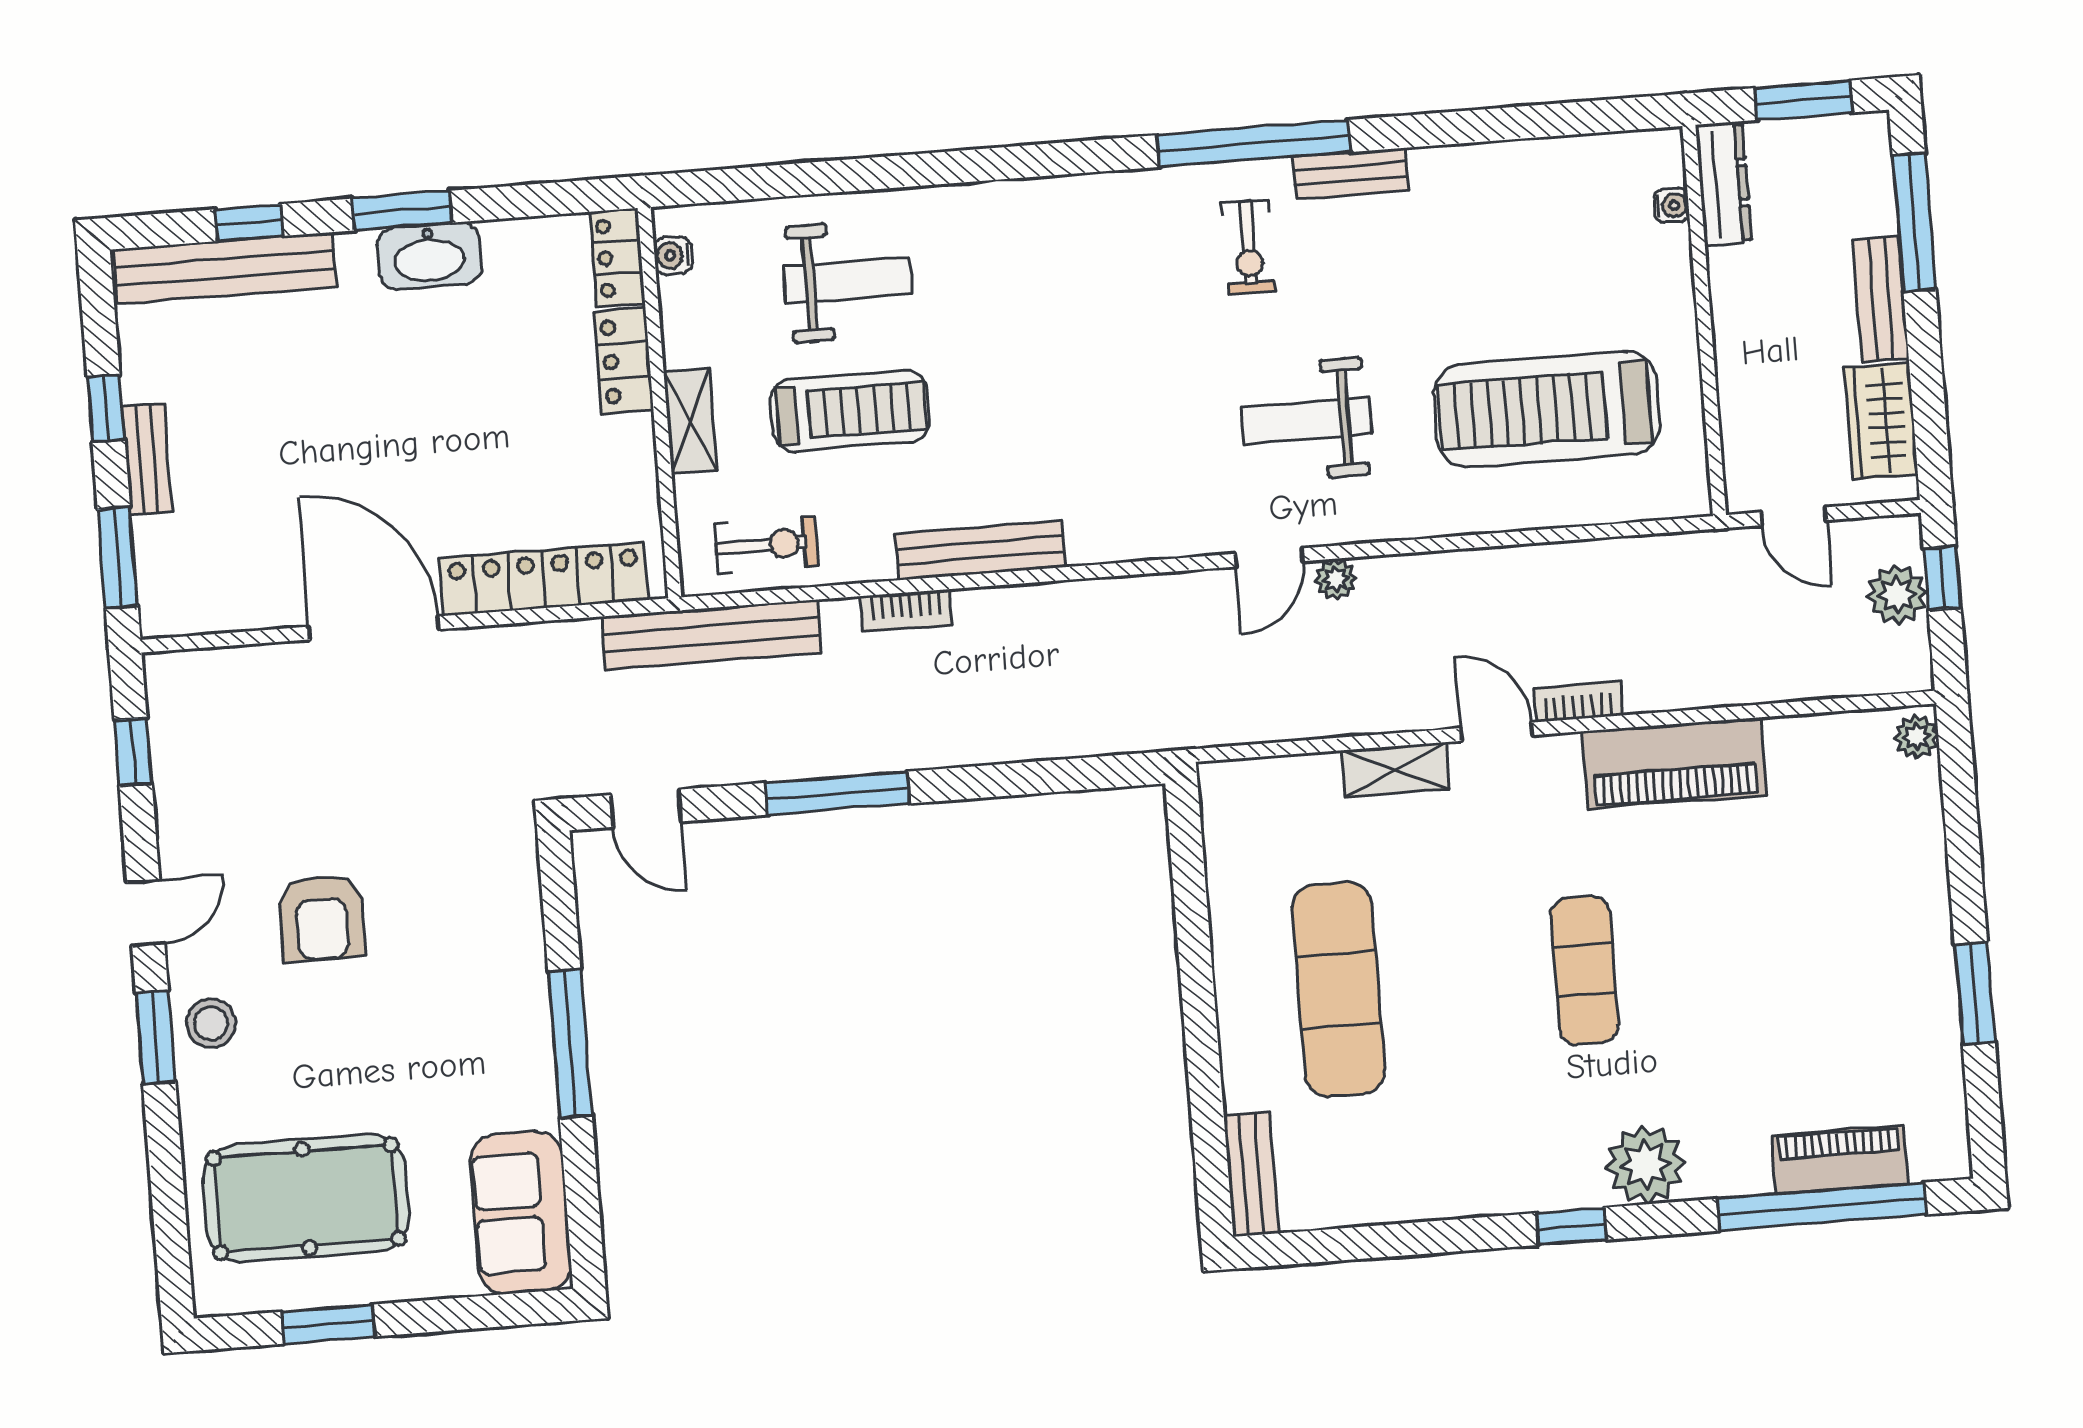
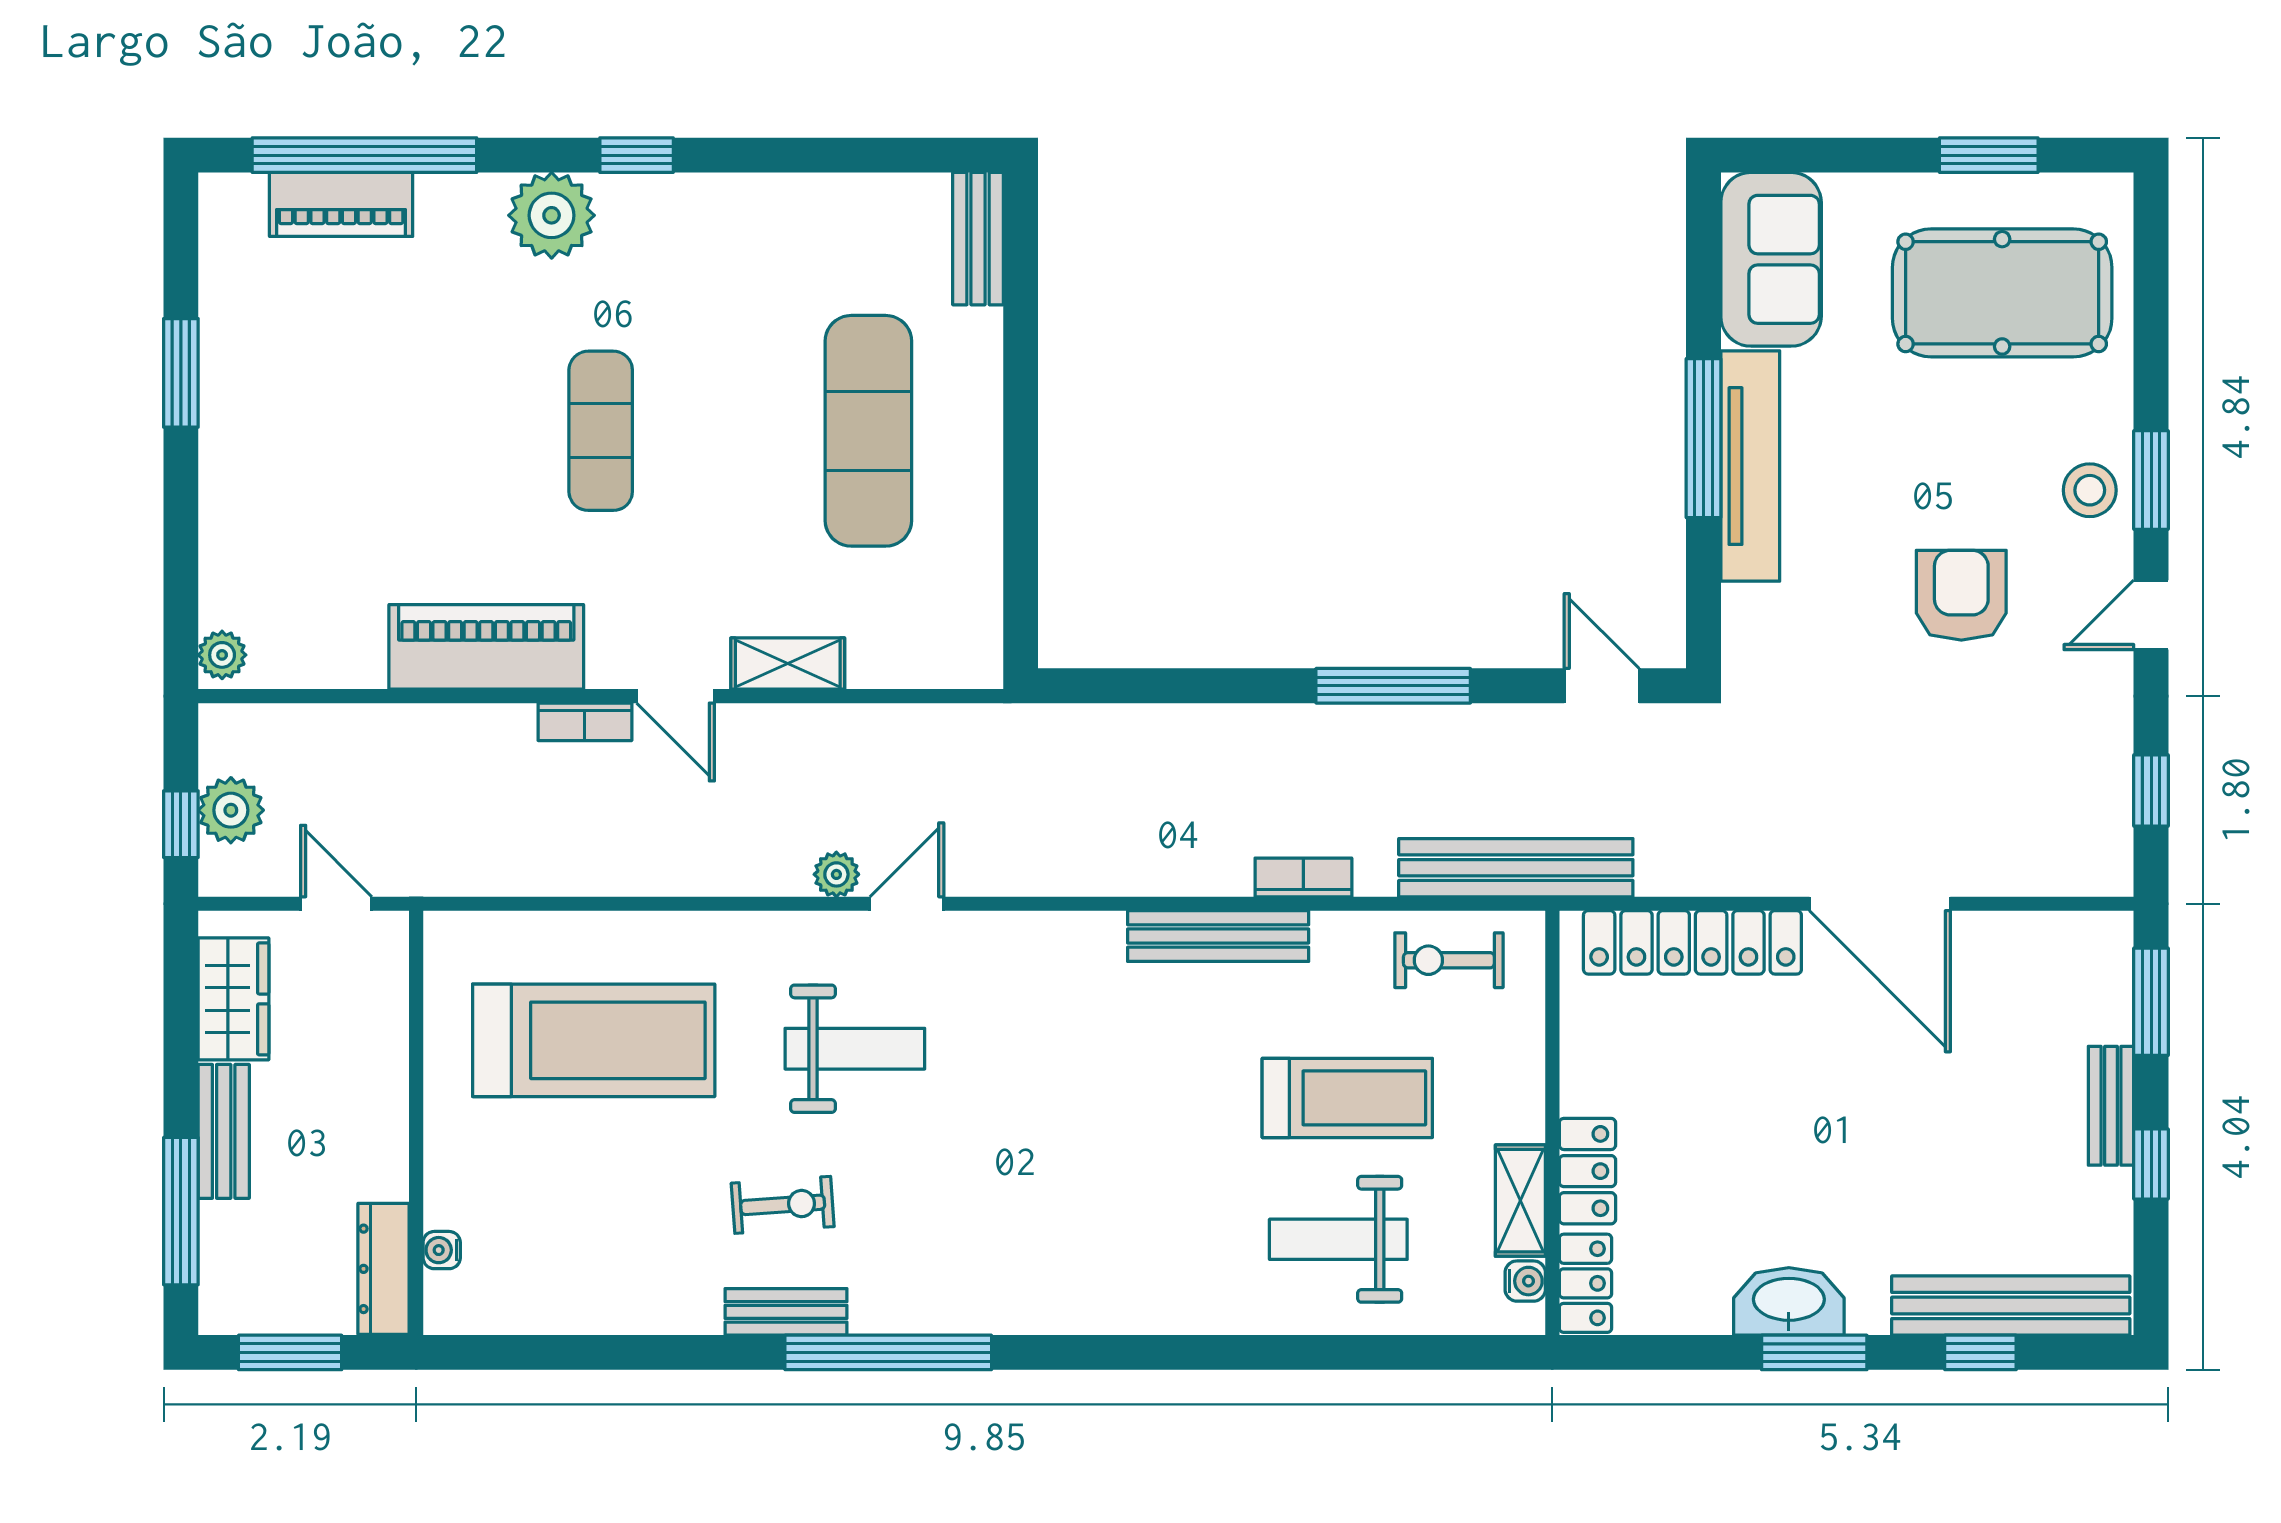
exercise bike: (1249, 247) -> (783, 1205), moved, turned 86
treadmill: (850, 411) -> (1347, 1098), turned 180
shelving: (690, 421) -> (1520, 1201), moved
tv unit: (525, 1021) -> (1750, 466), added

